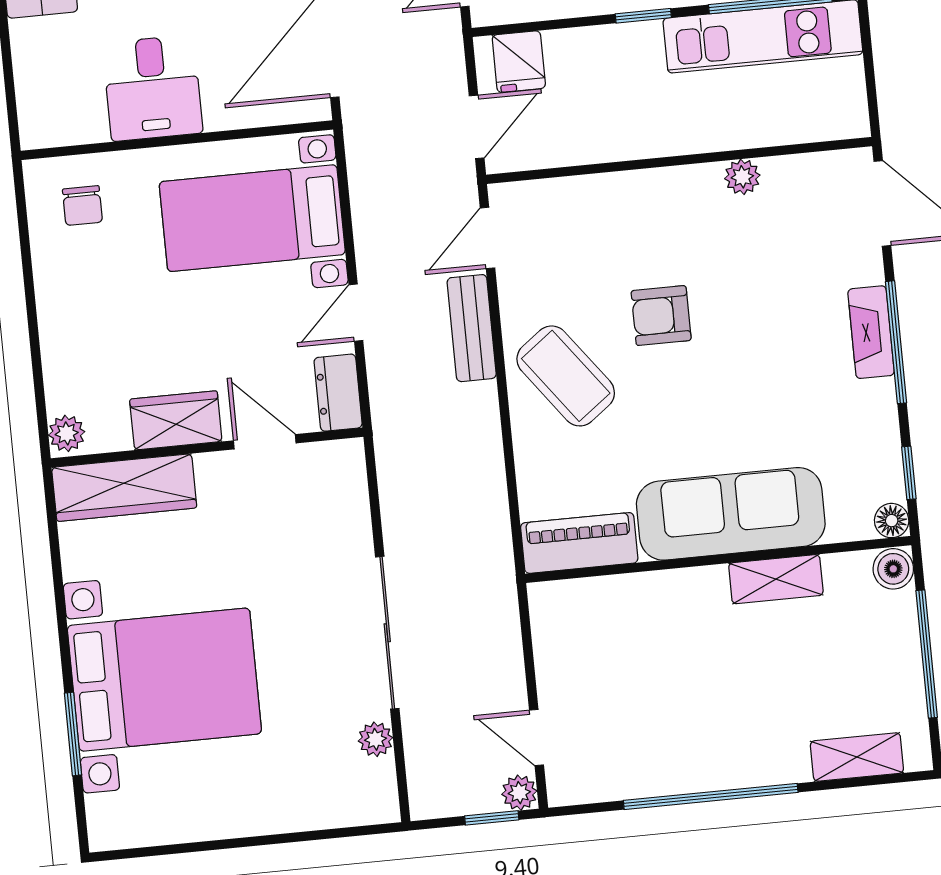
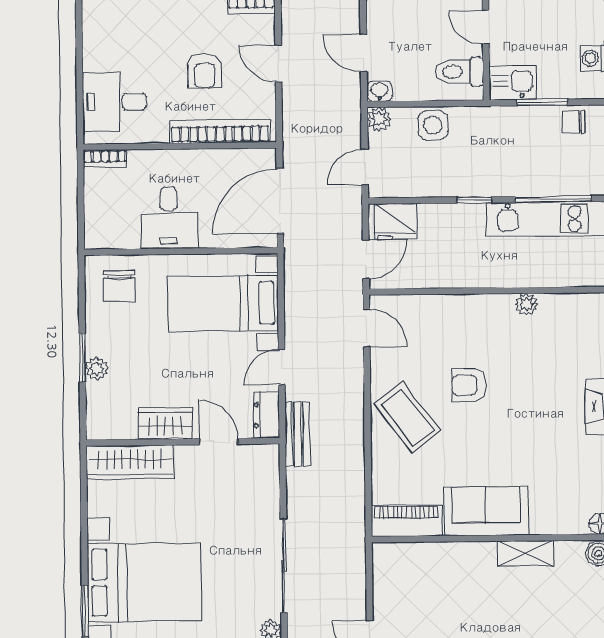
fridge: (519, 62) -> (395, 221), width x1.38
chair: (82, 206) -> (119, 286), width x1.37, depth x1.37
door: (488, 238) -> (367, 328), swing flipped
window: (33, 326) -> (82, 358), added
bench: (472, 328) -> (297, 434), moved
plant: (67, 433) -> (97, 368), moved
sofa: (731, 514) -> (486, 511), width x0.73

